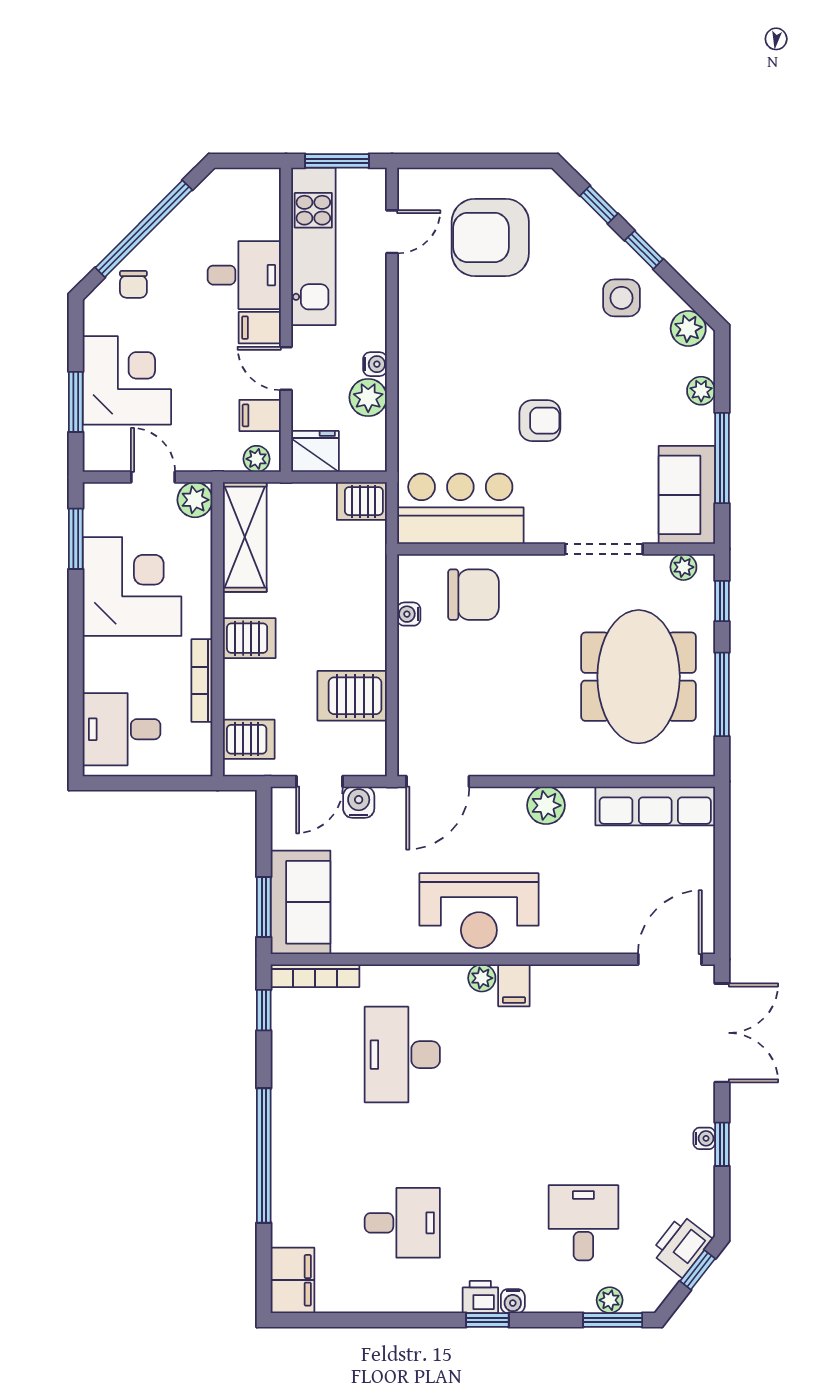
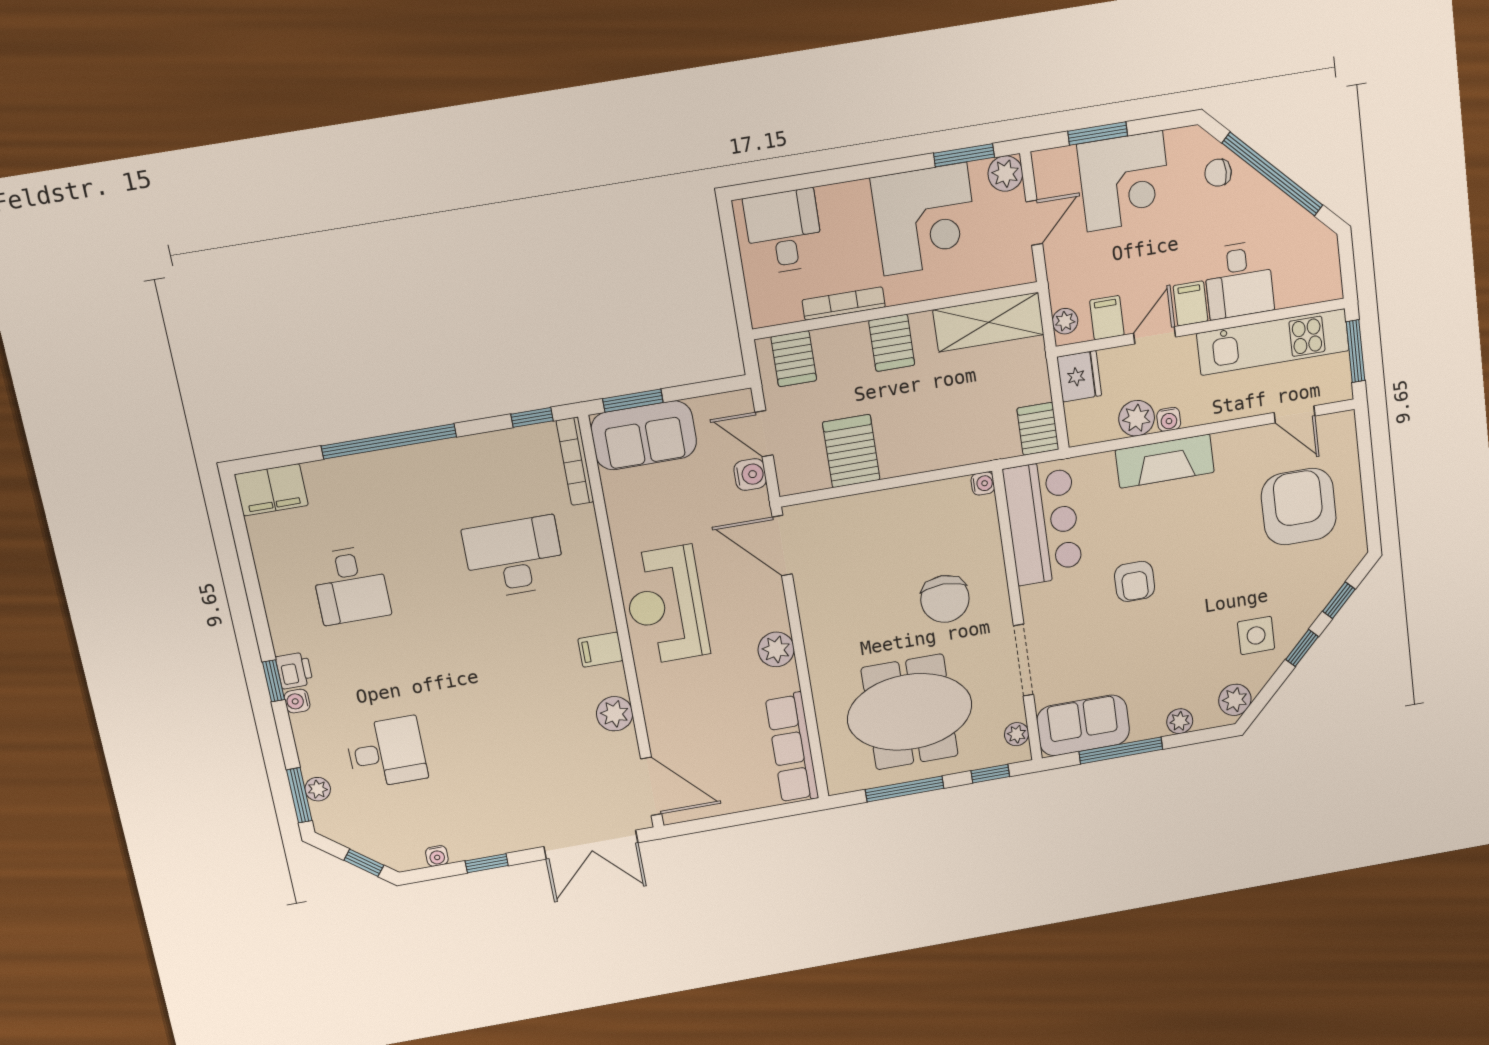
fireplace: (418, 373) -> (1165, 461), added
plant: (195, 500) -> (1005, 174), moved
chair: (474, 595) -> (945, 599), moved
water cooler: (409, 614) -> (983, 483), moved, turned 90
plant: (482, 978) -> (615, 714), moved, width x1.38, depth x1.38
water cooler: (704, 1138) -> (437, 856), moved
printer: (681, 1246) -> (383, 844), removed

